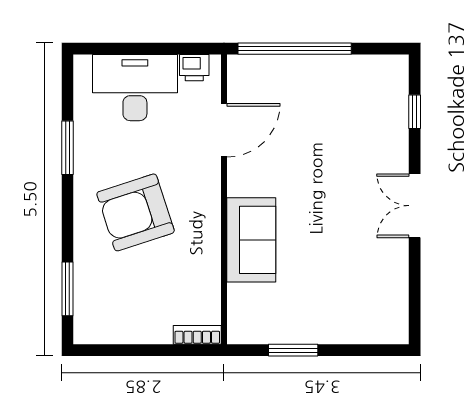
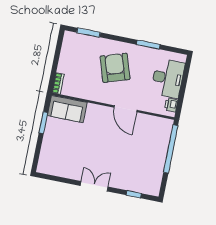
door: (224, 130) -> (125, 109), moved
sofa: (251, 240) -> (67, 109), moved

